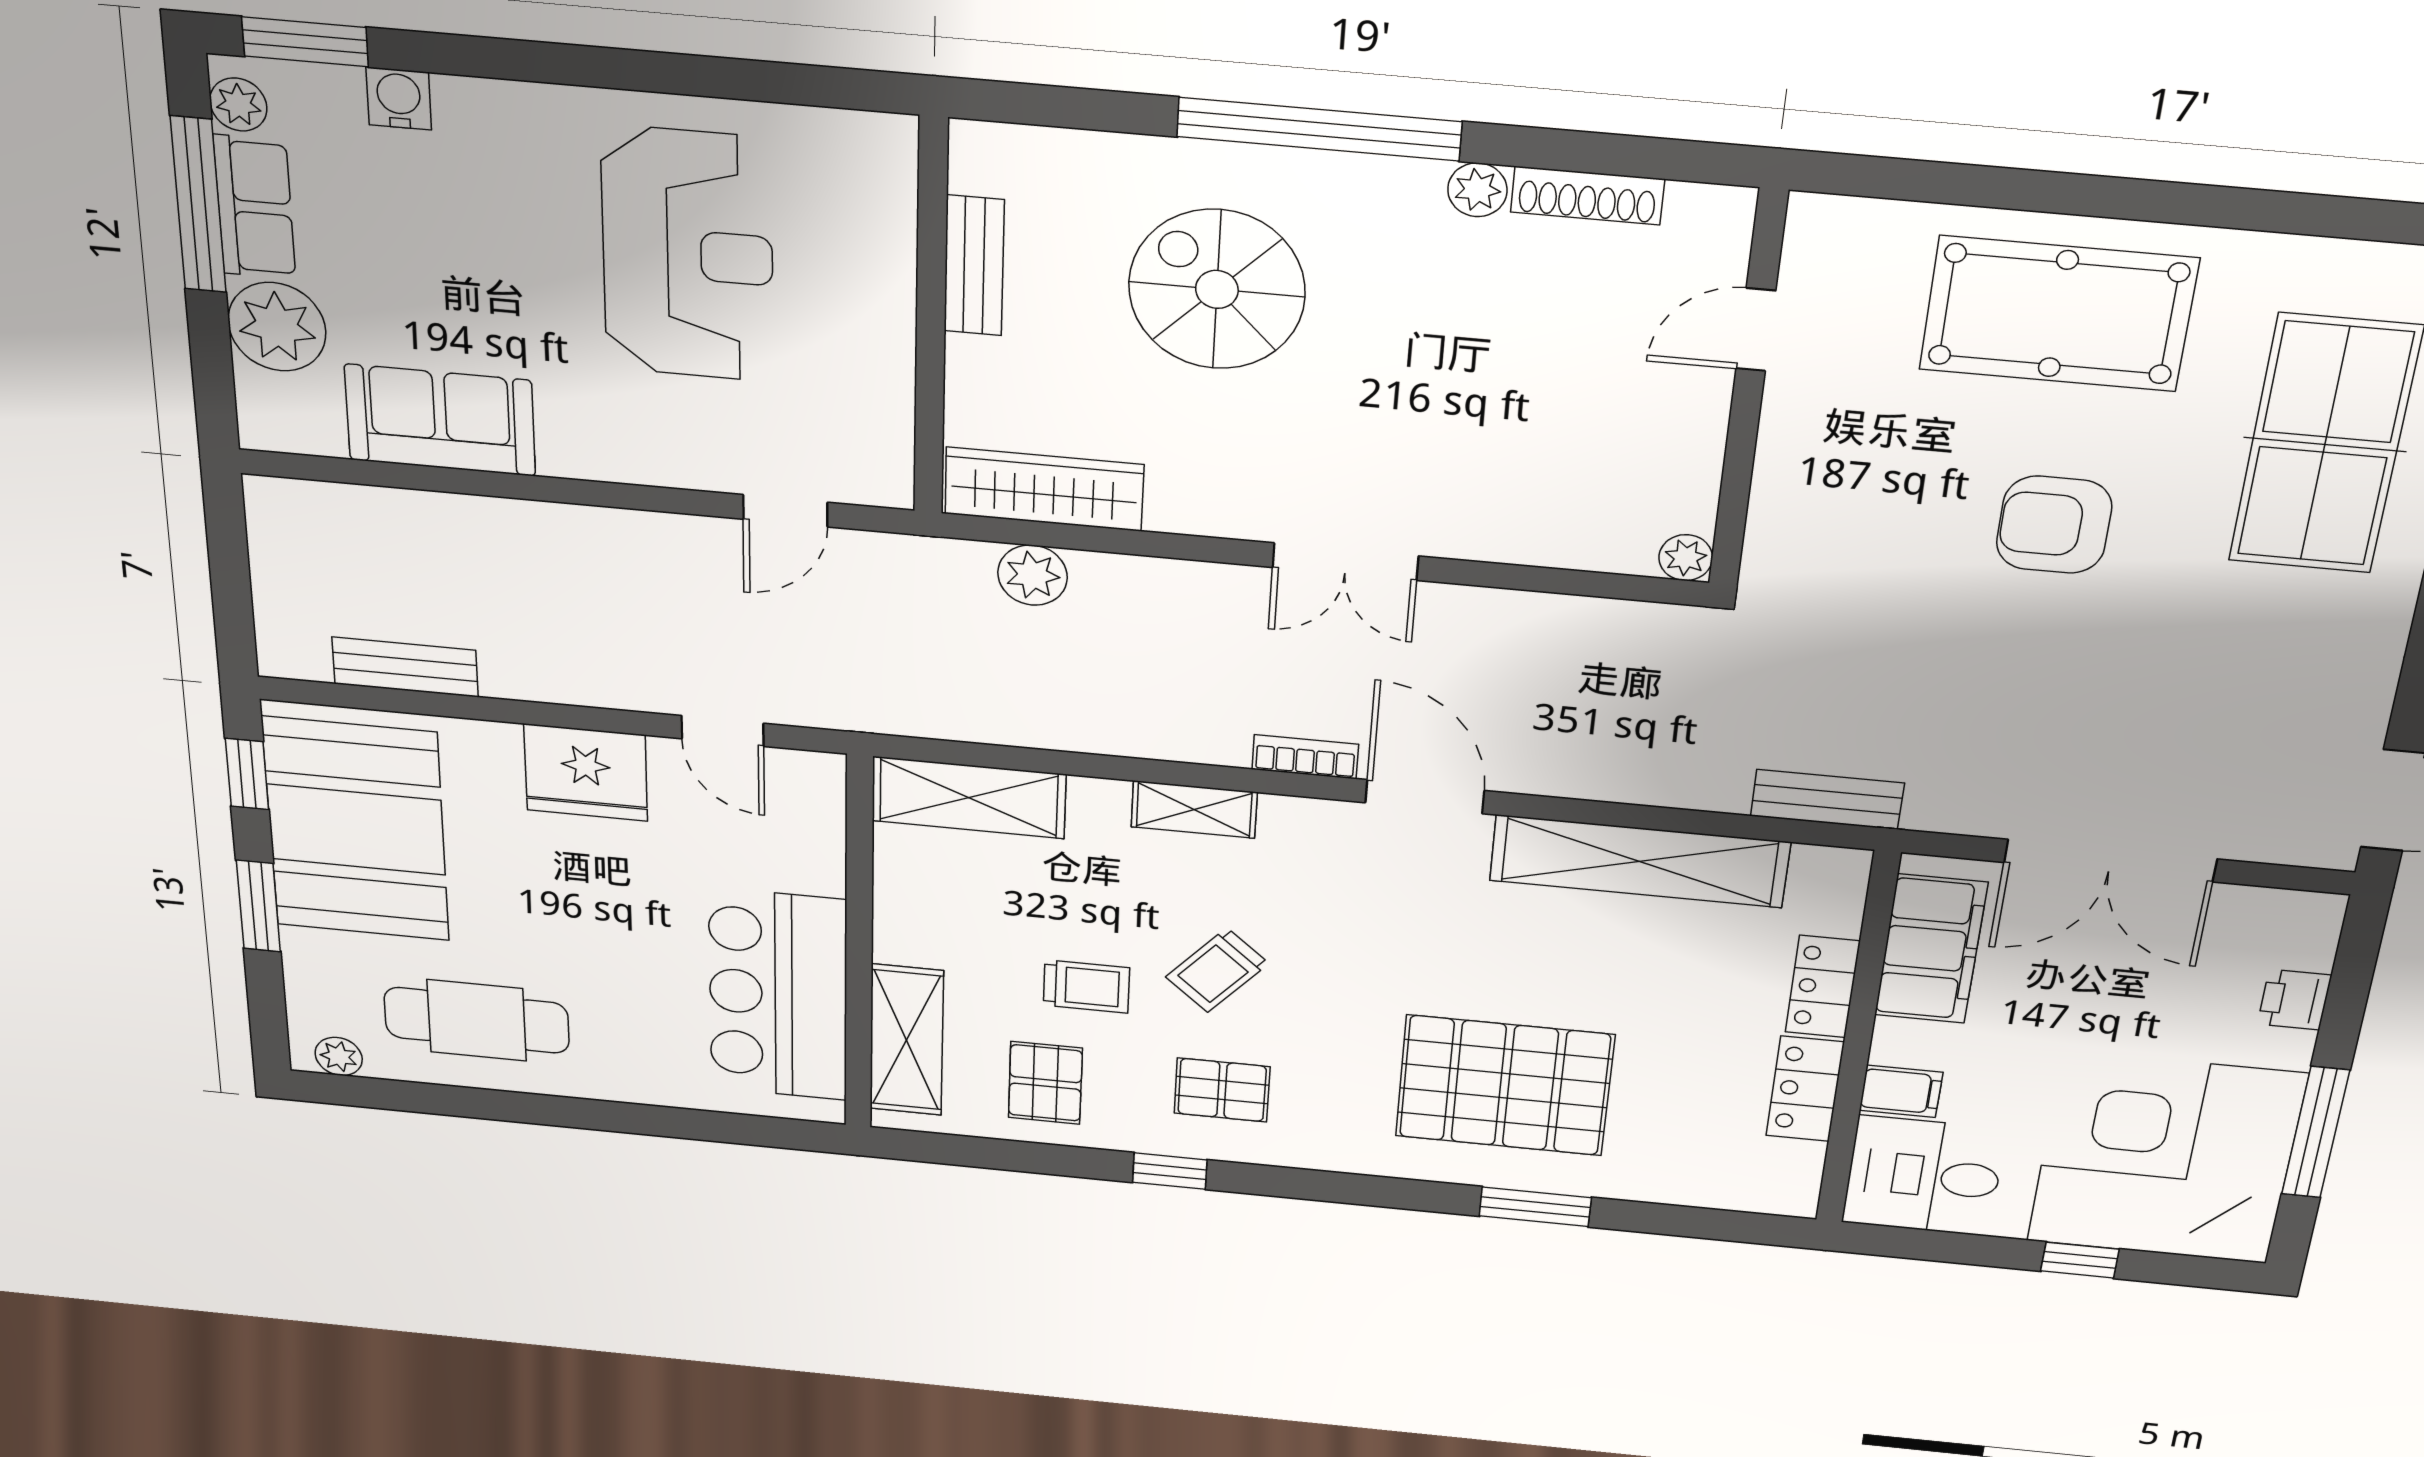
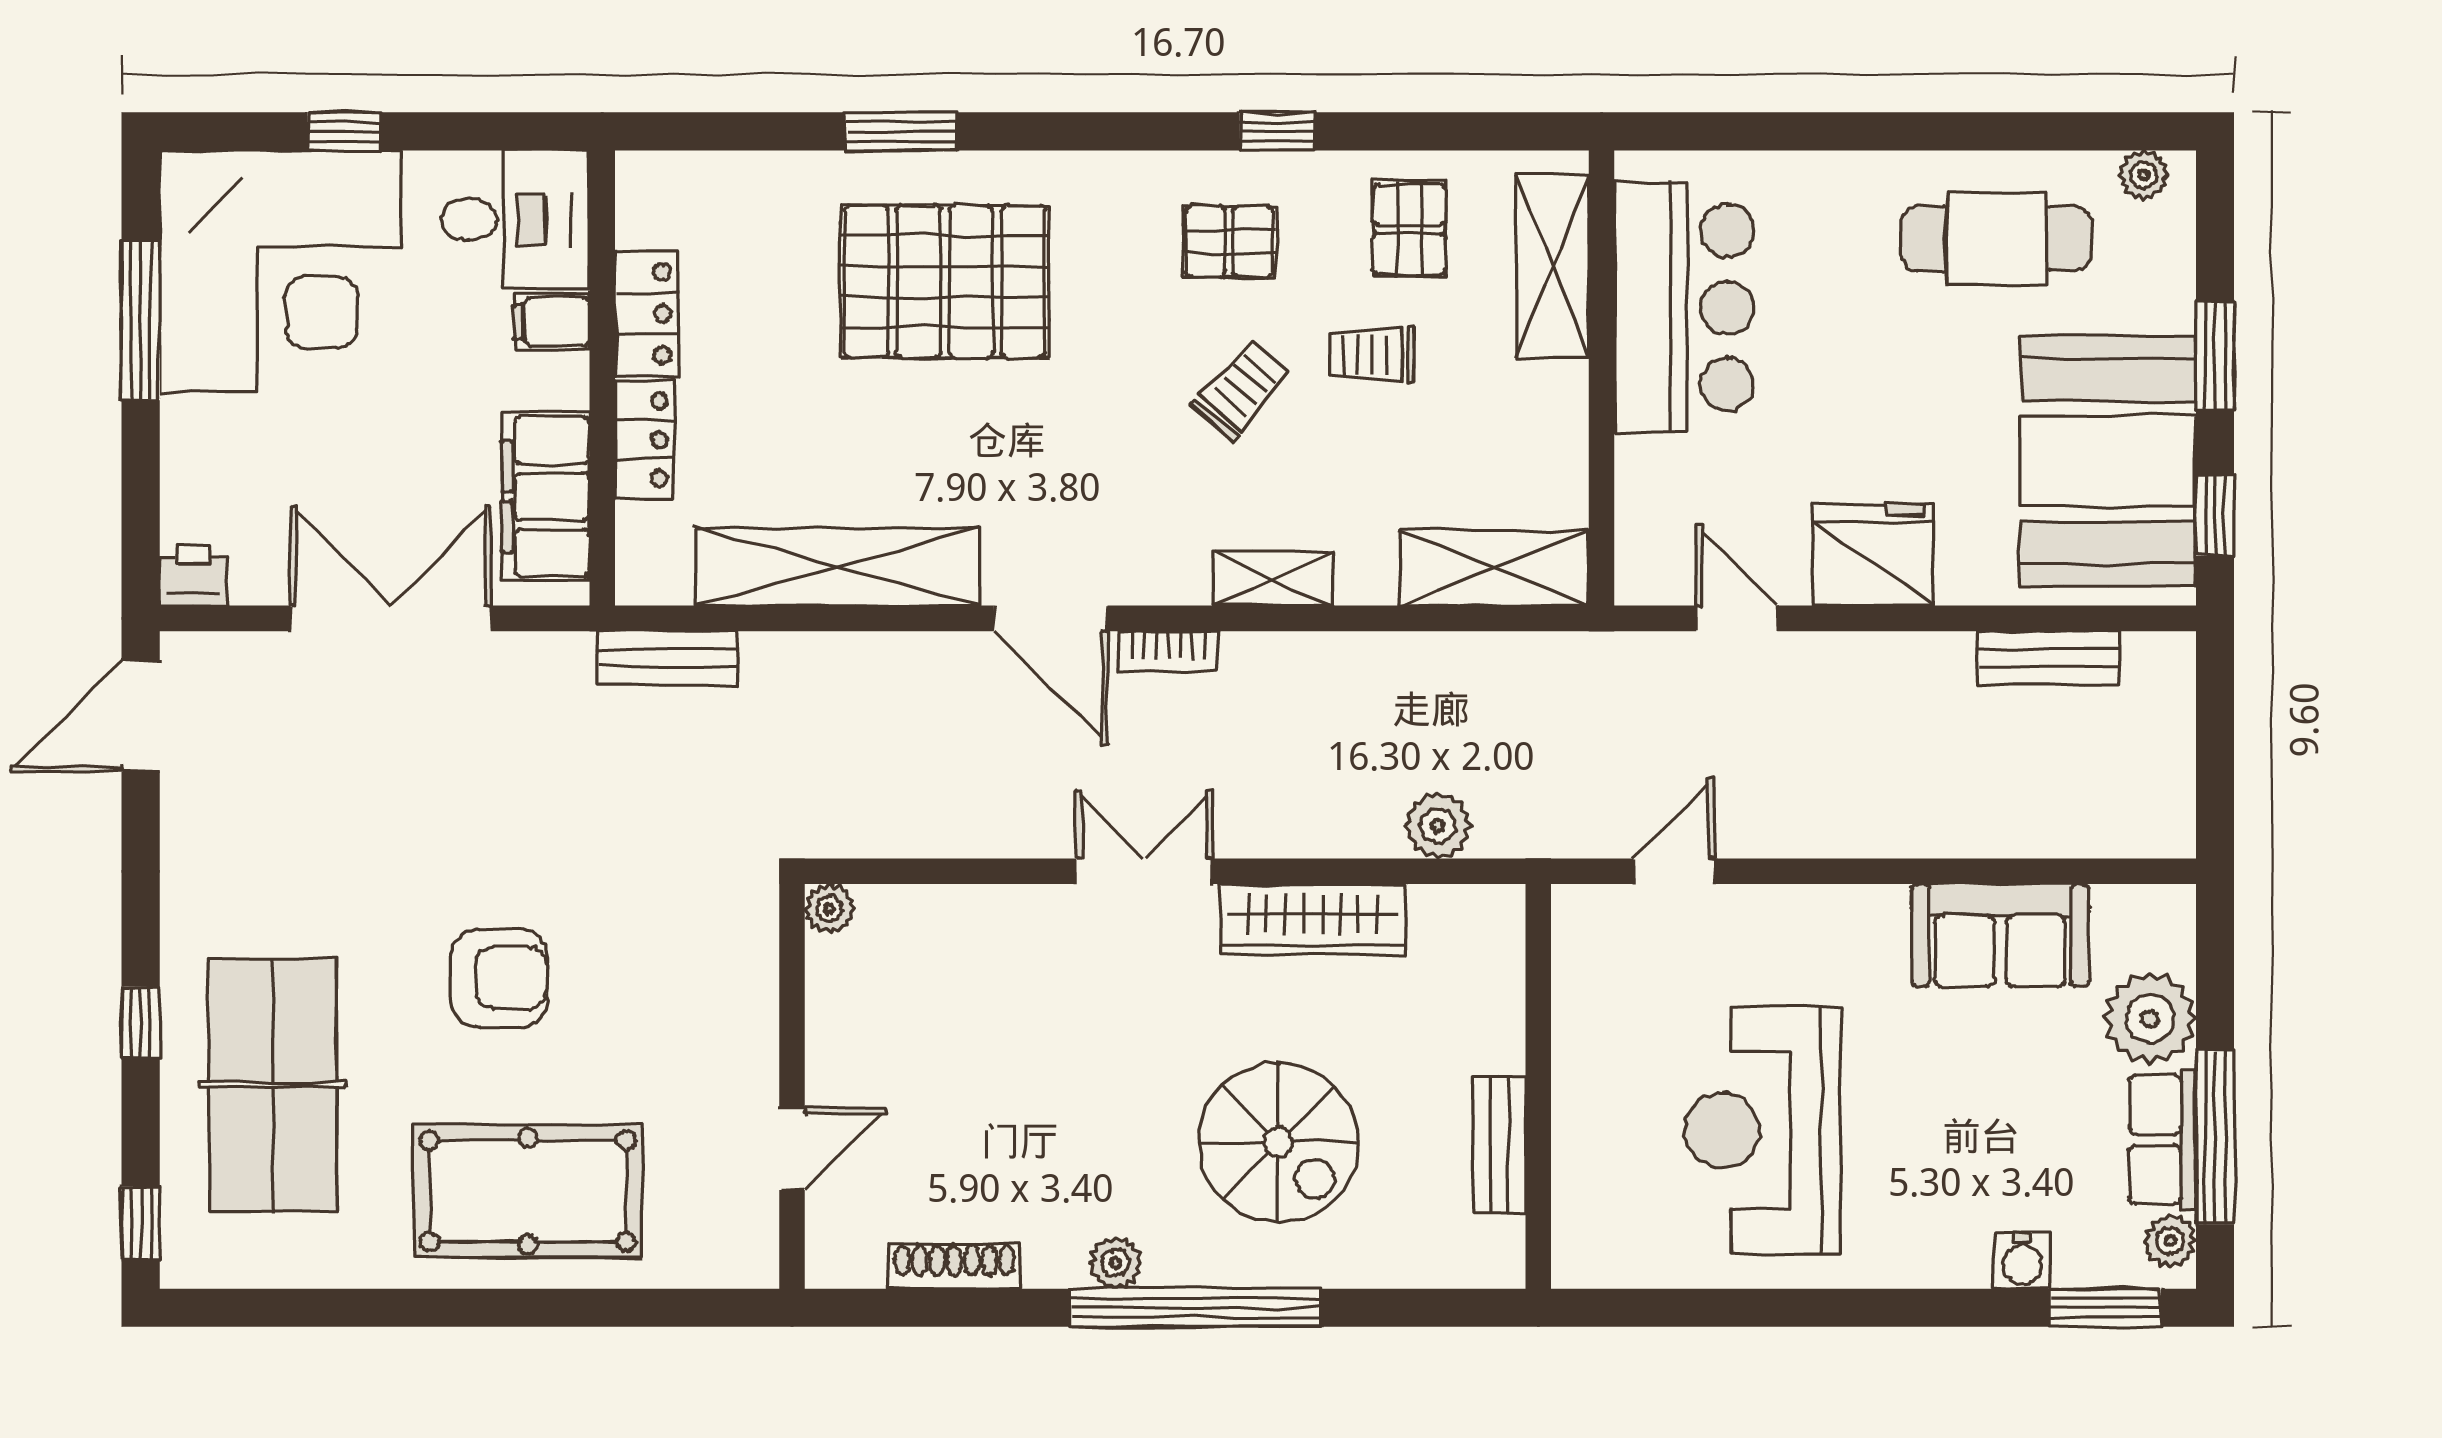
plant: (1477, 190) -> (1116, 1263), moved
wardrobe: (1044, 489) -> (1313, 920), moved
printer: (2294, 1000) -> (193, 575), moved, turned -90

